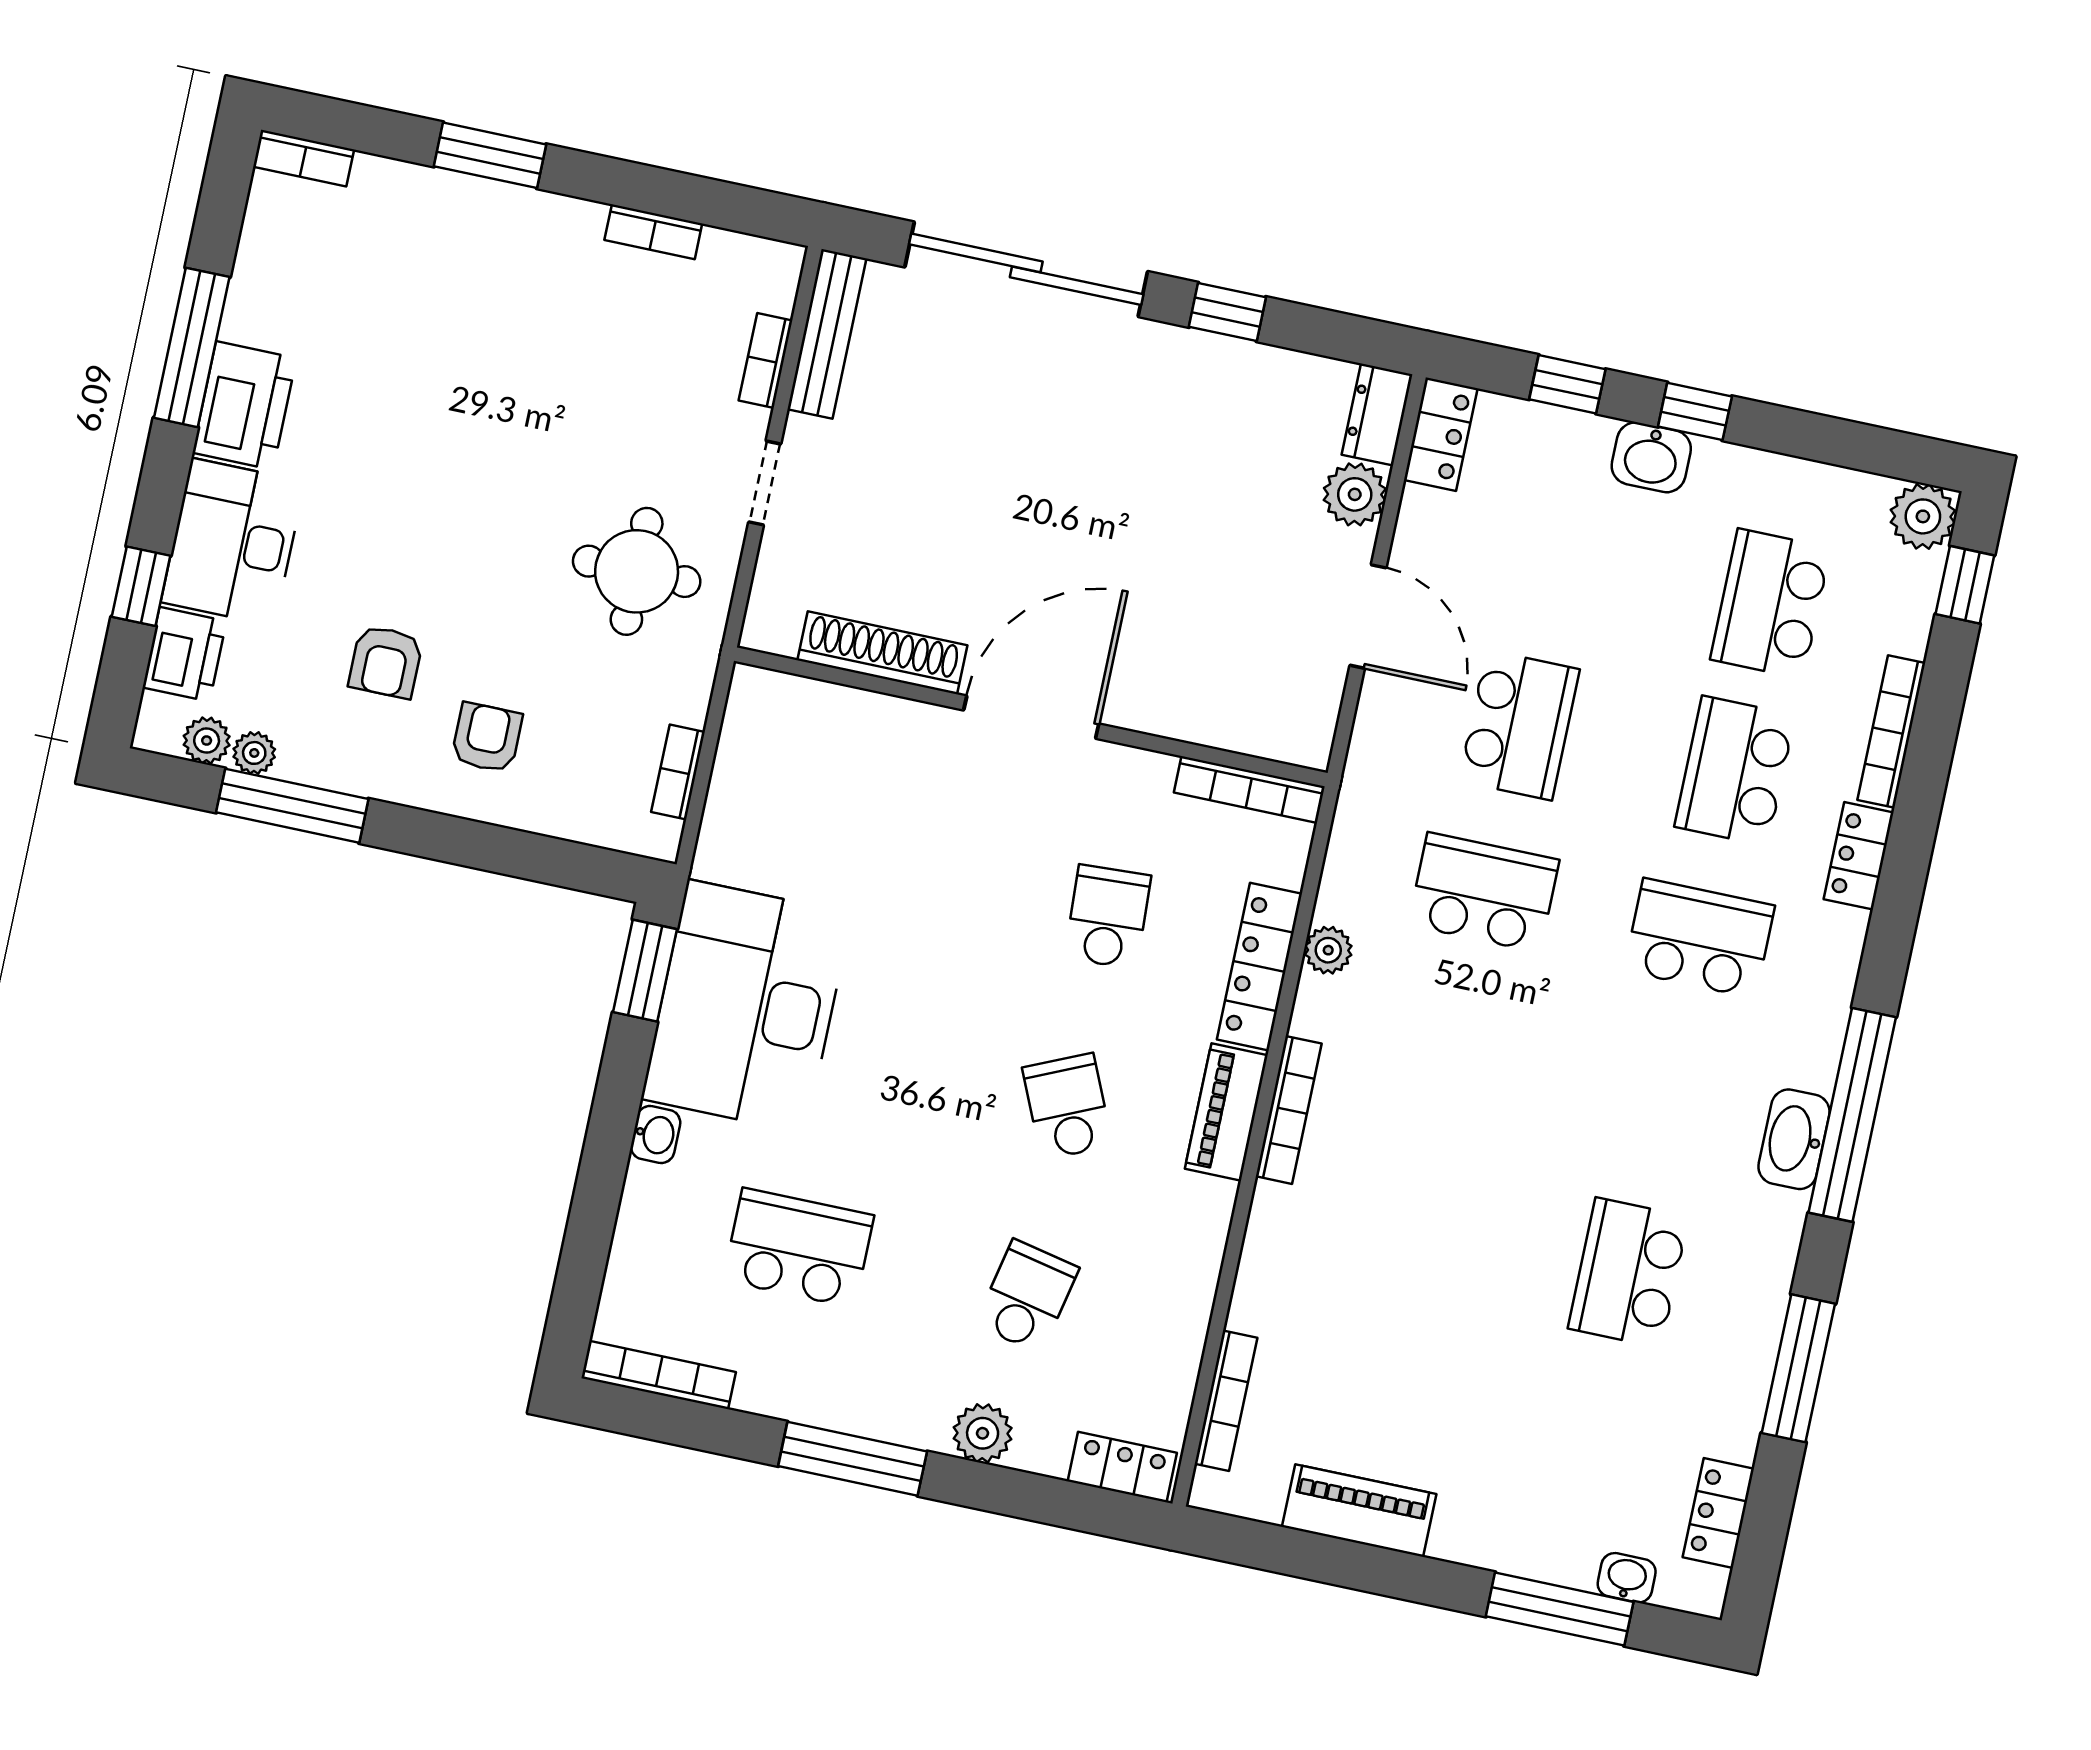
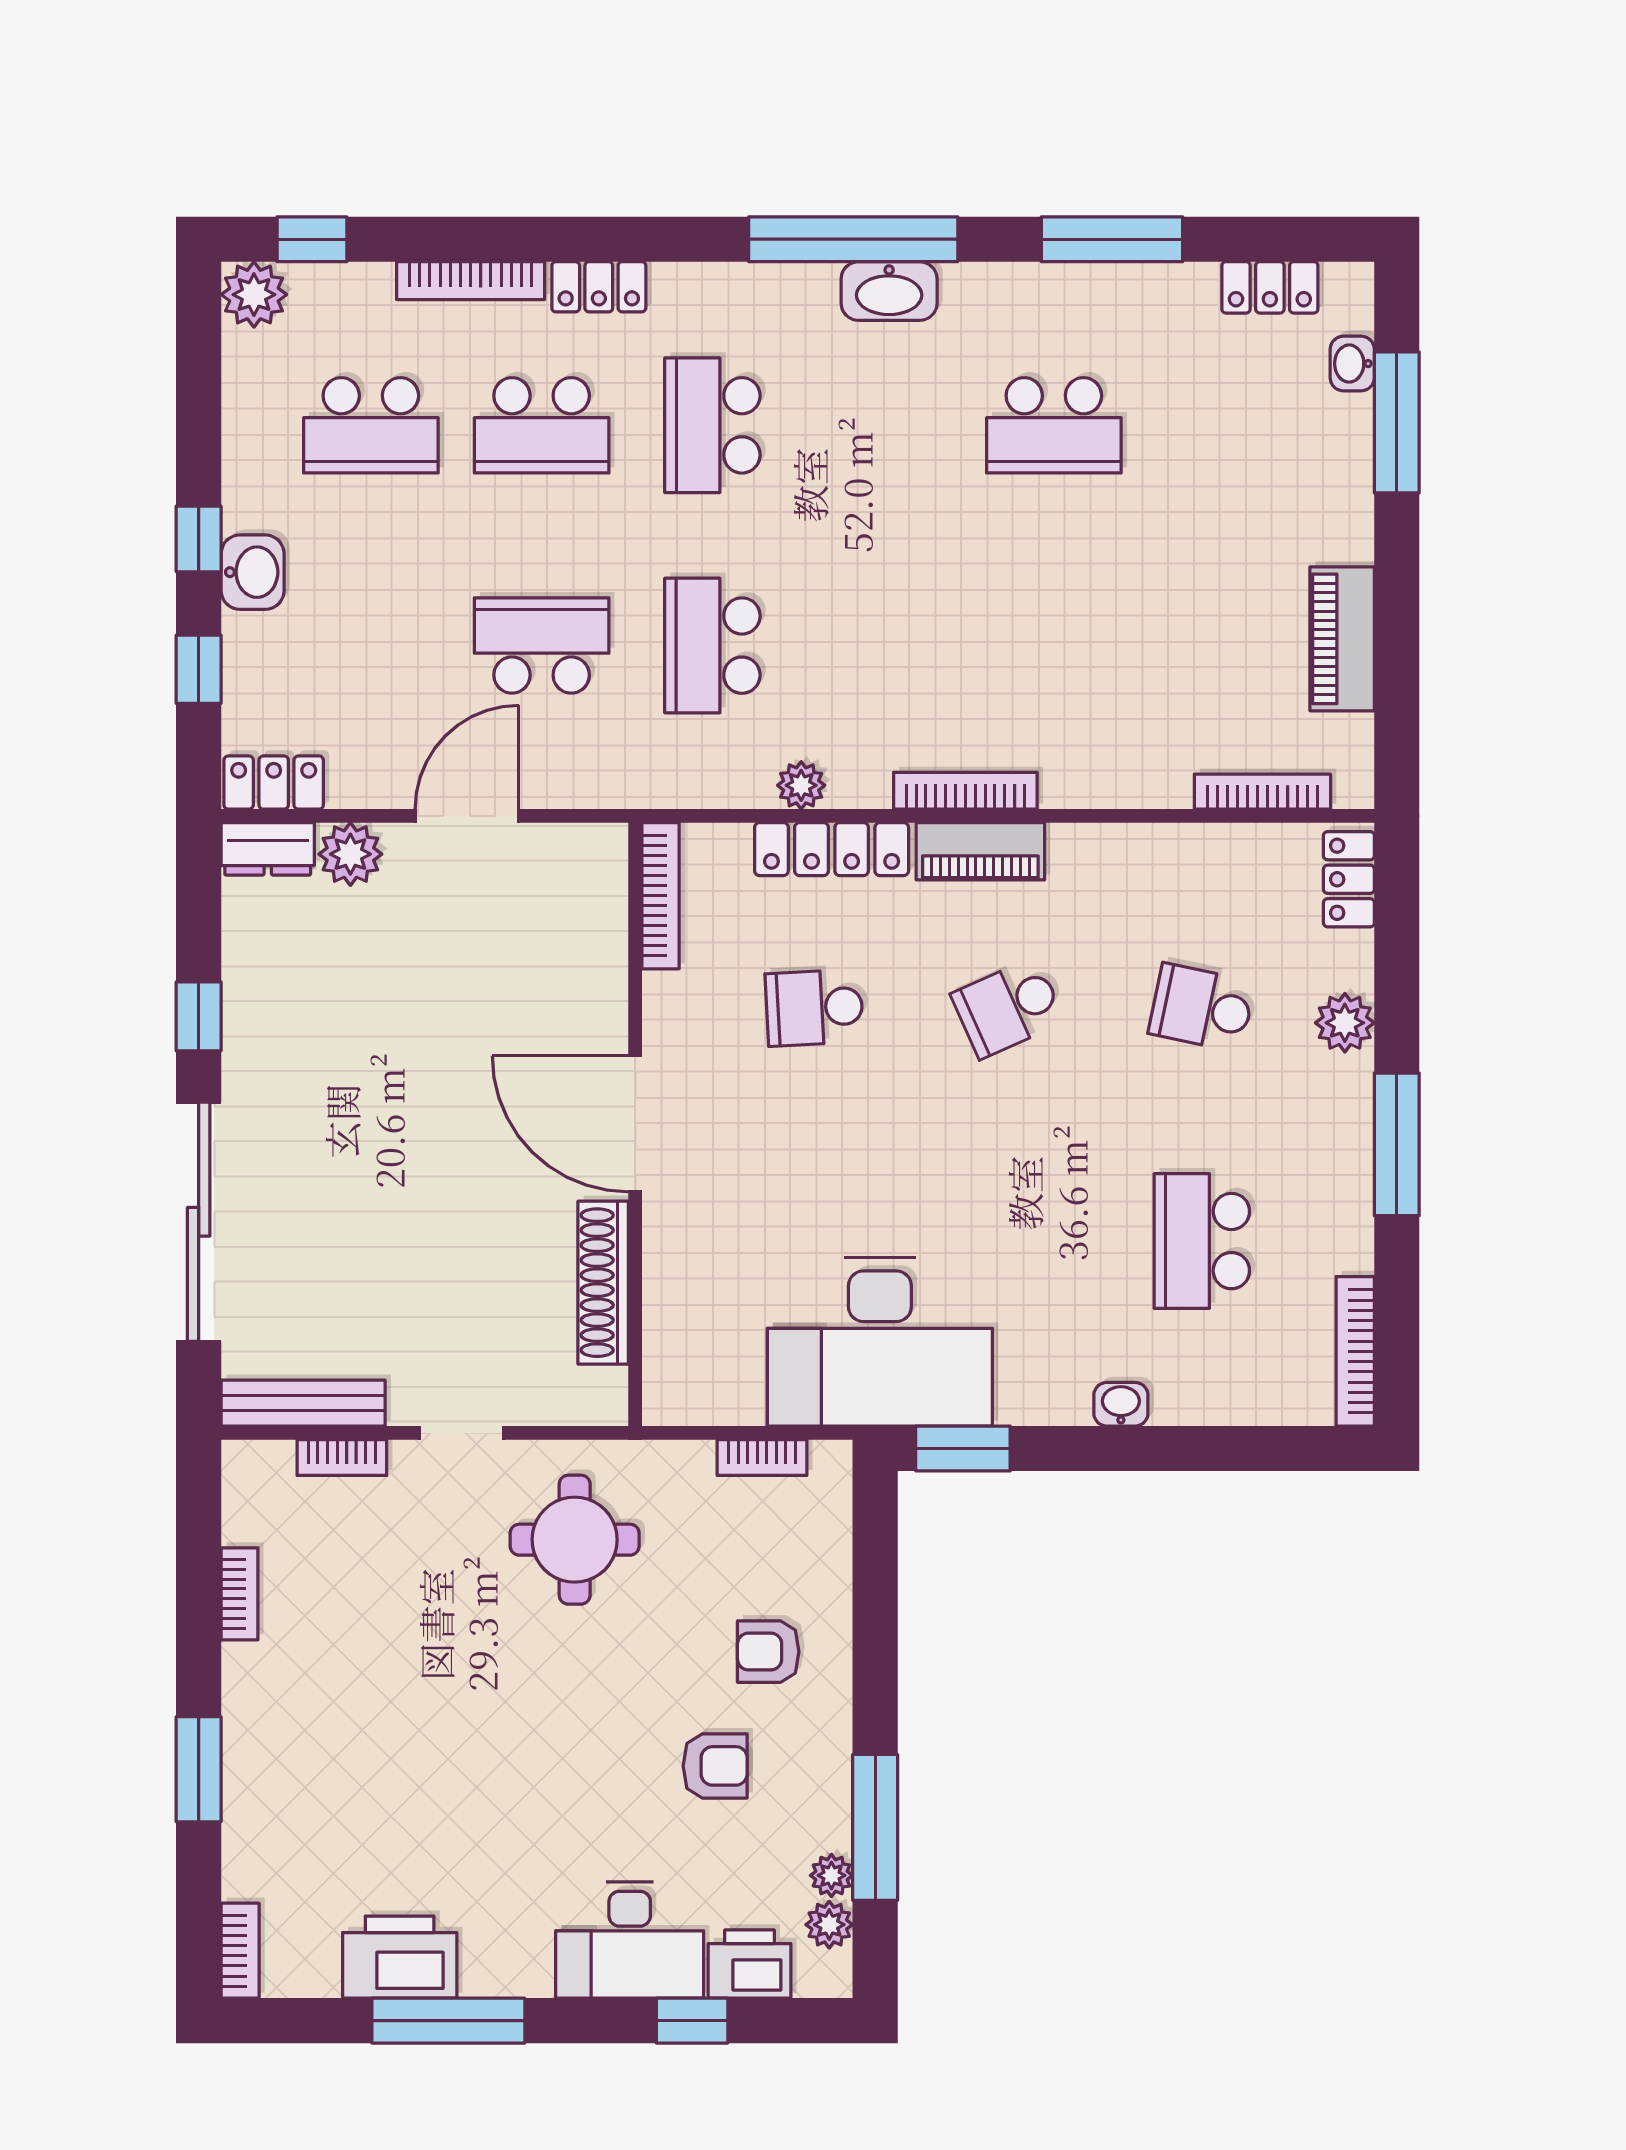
printer: (244, 406) -> (400, 1957), moved
desk: (747, 1006) -> (880, 1342), moved

